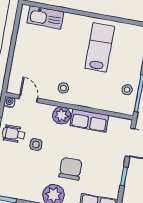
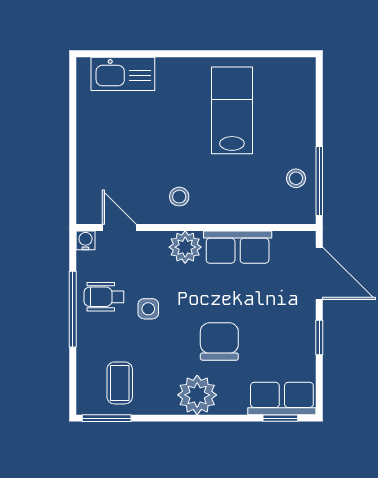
coffee table: (14, 181) -> (120, 383), added

